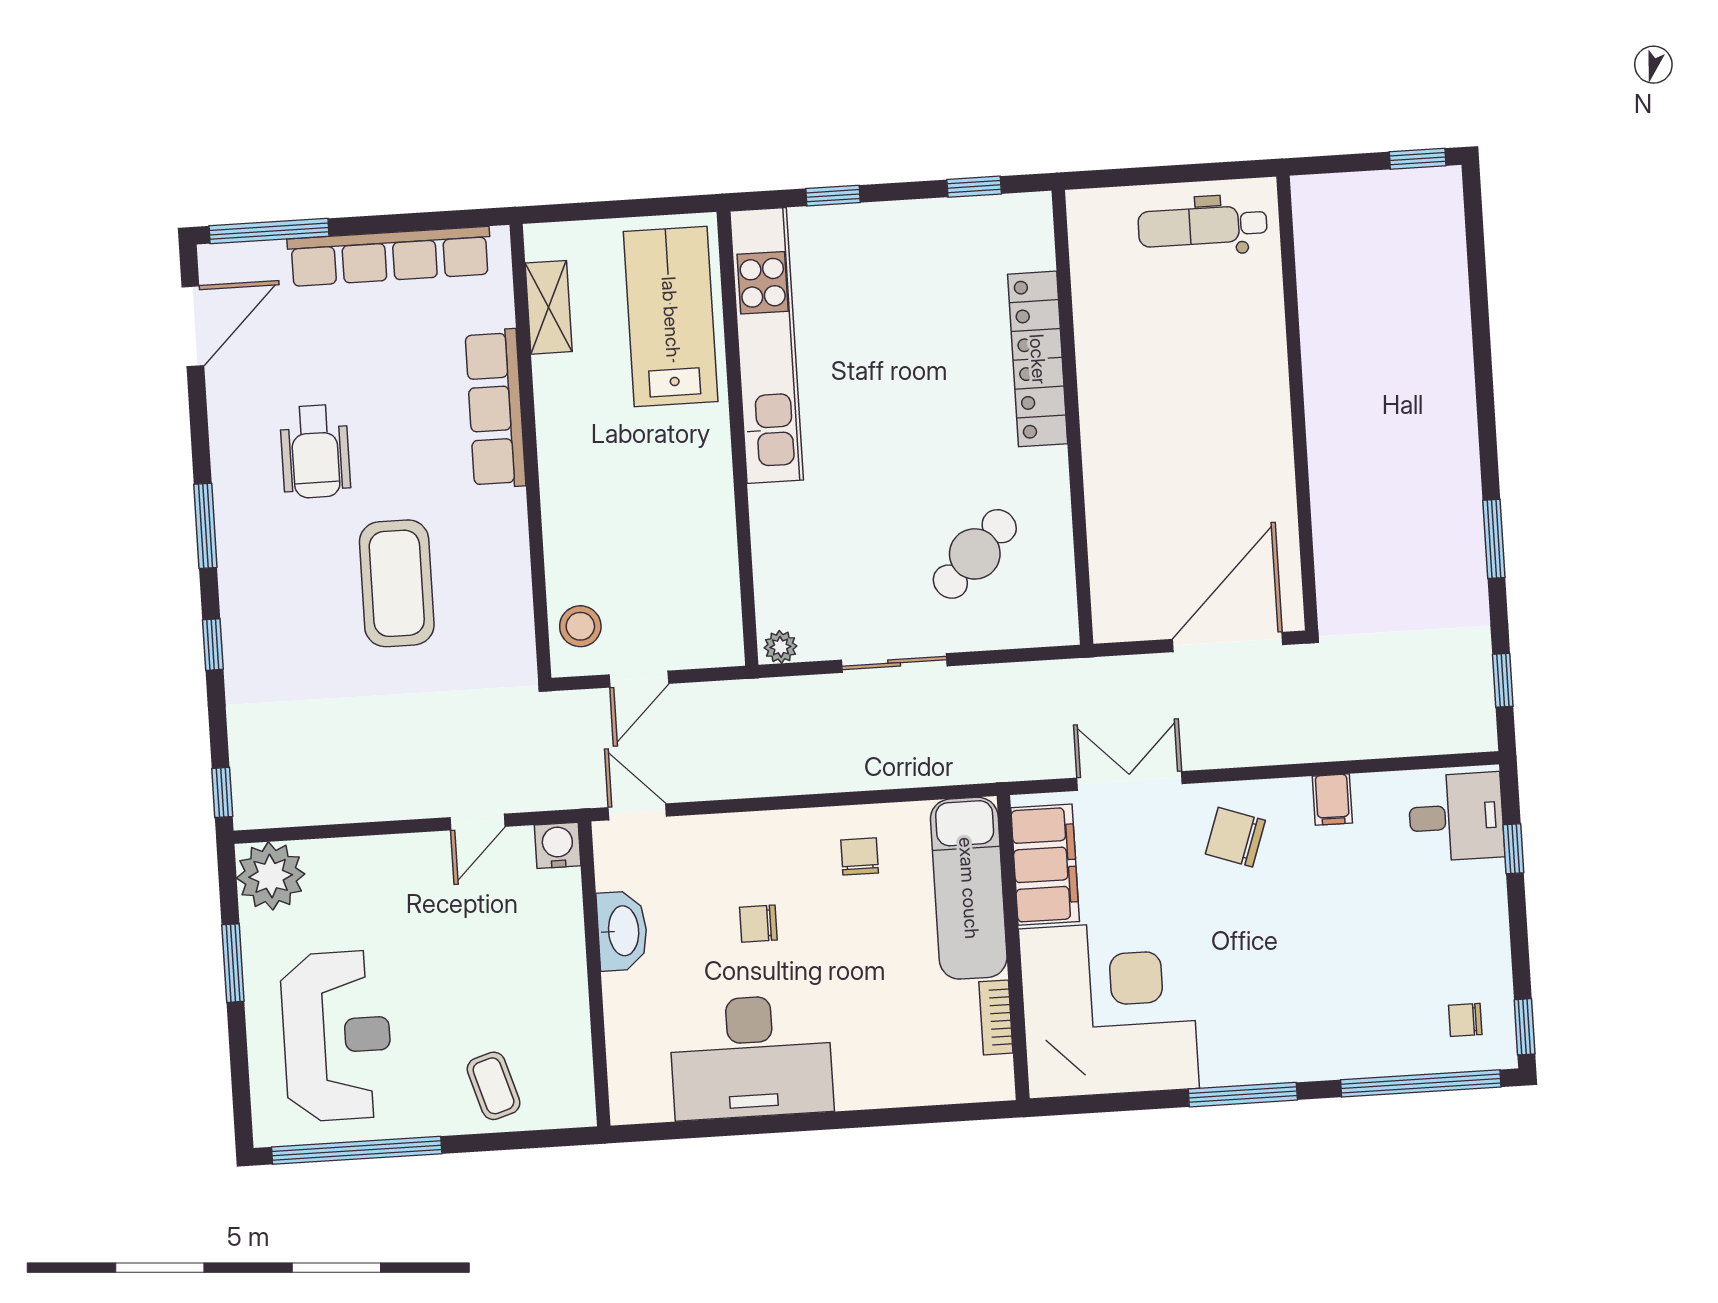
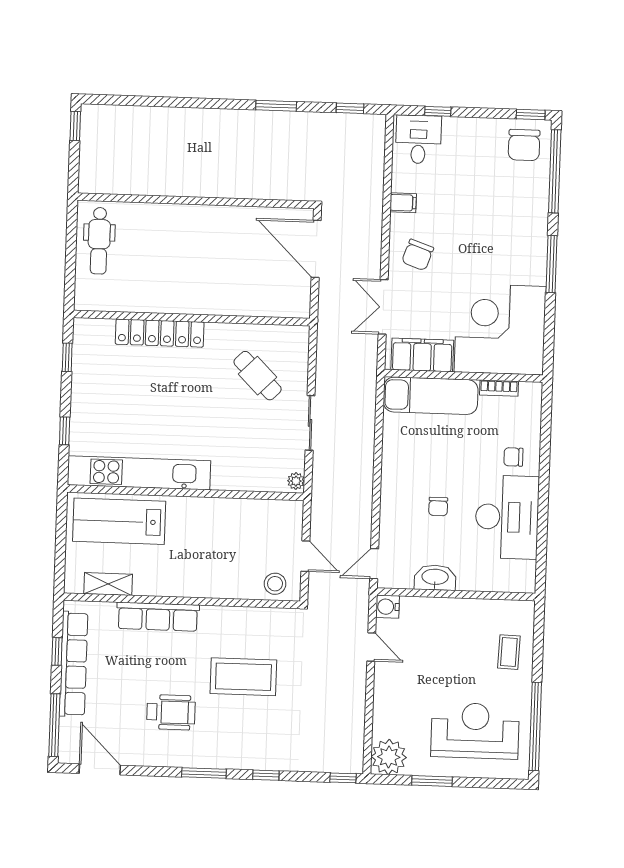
window: (410, 222) -> (57, 651), added
chair: (860, 856) -> (513, 457), moved
chair: (1465, 1020) -> (524, 145), width x1.87, depth x1.87
coffee table: (494, 1086) -> (509, 652), turned -71

